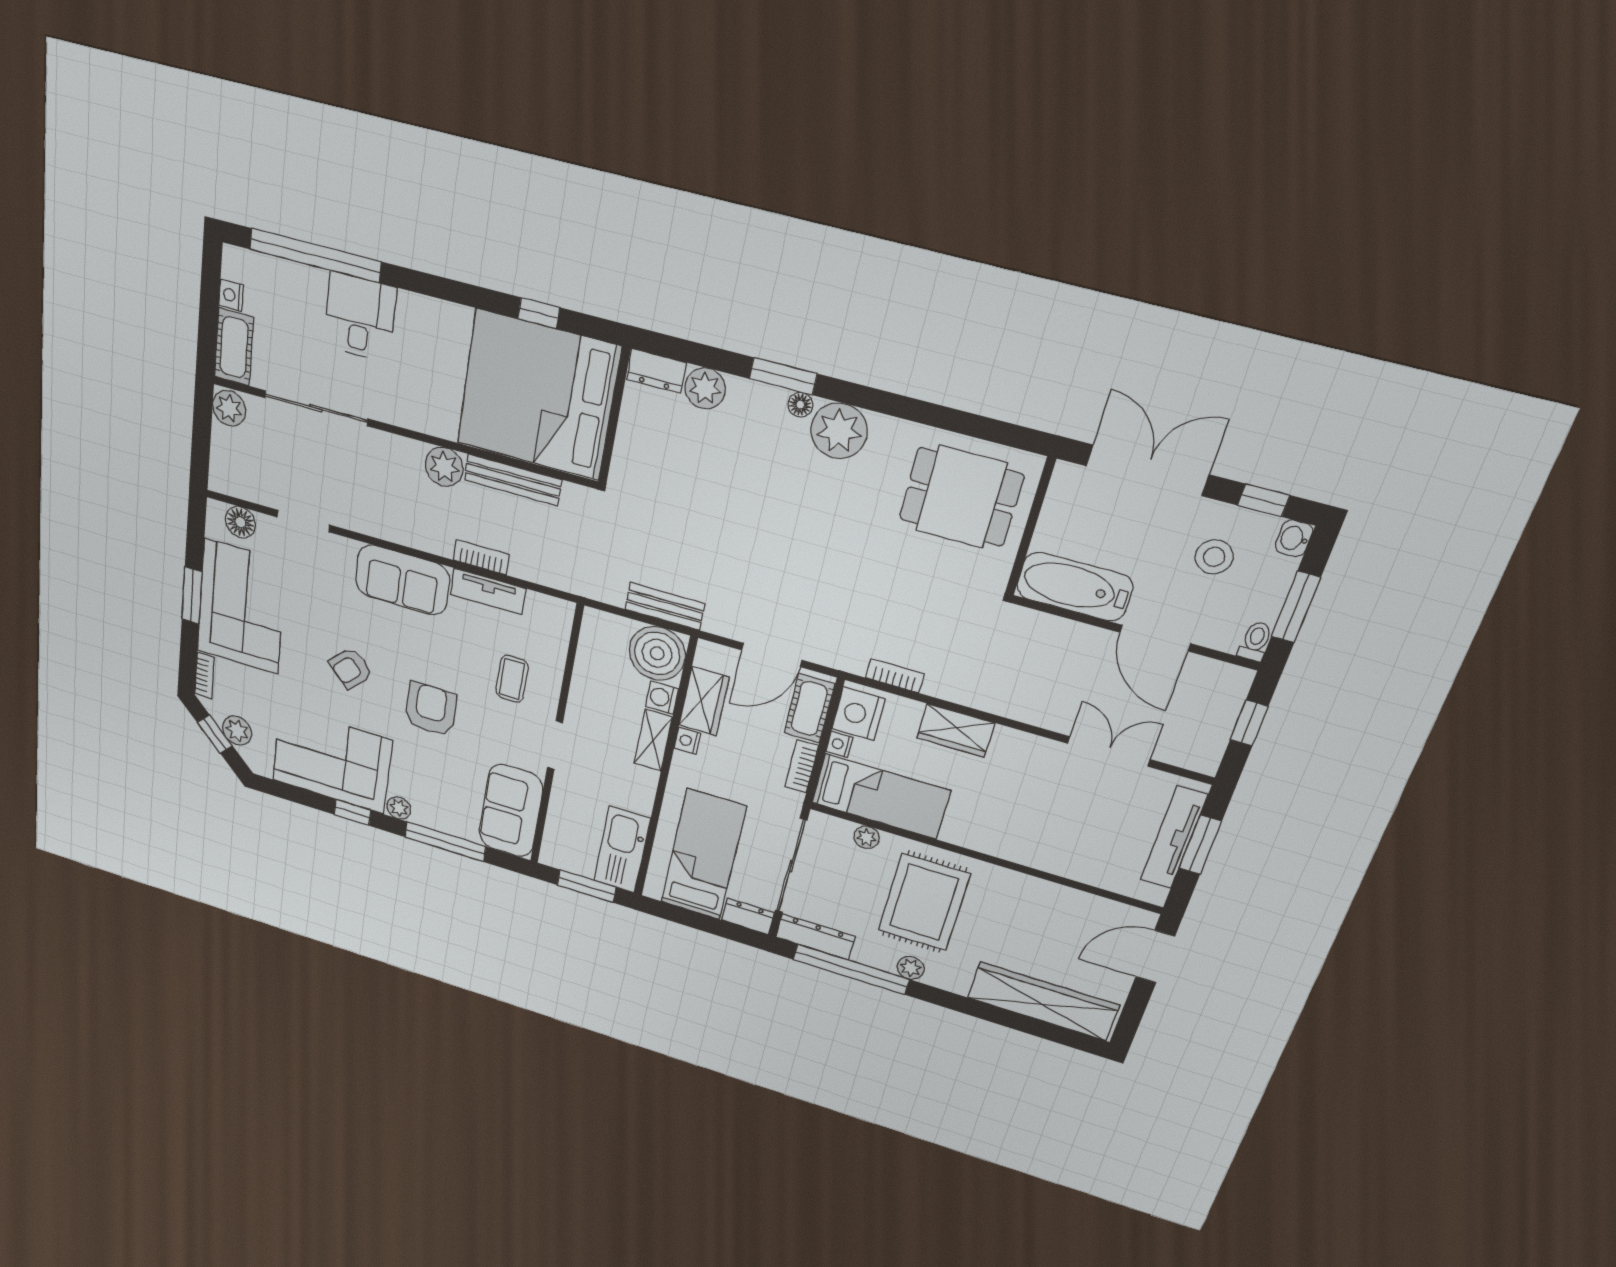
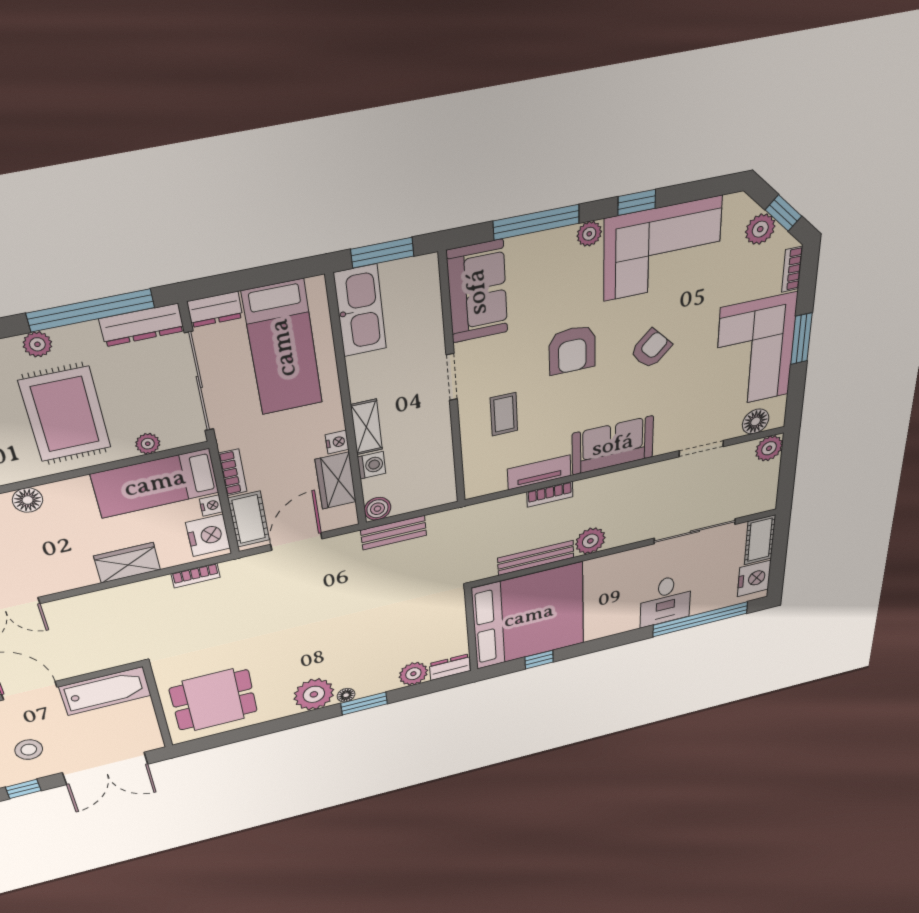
nightstand: (231, 295) -> (754, 578), width x1.89, depth x1.79
plant: (229, 408) -> (769, 448), moved
boiler: (657, 653) -> (378, 509), width x0.54, depth x0.54
floor lamp: (1008, 847) -> (28, 500), added

